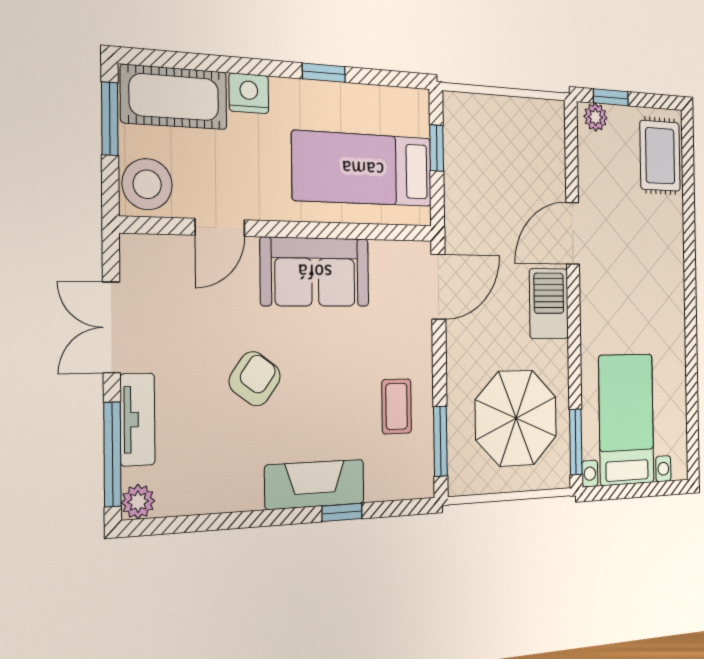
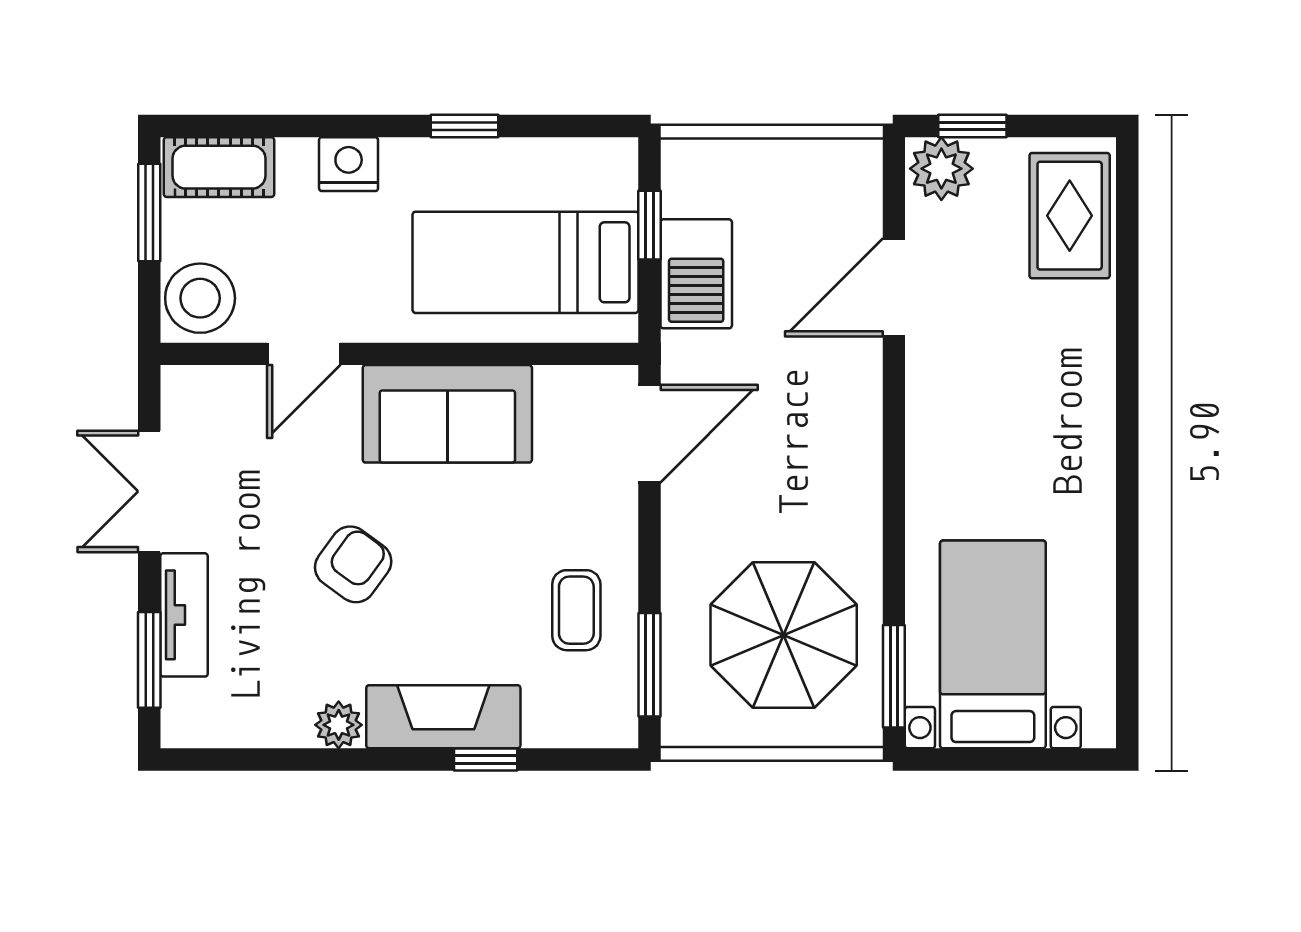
cot: (174, 97) -> (219, 167), width x0.73, depth x0.75
plant: (595, 117) -> (941, 169), width x1.38, depth x1.38
door: (573, 233) -> (894, 287), moved
barbecue: (549, 304) -> (696, 274), moved, turned 180
window: (112, 454) -> (149, 660), width x0.69
plant: (138, 502) -> (339, 725), moved

